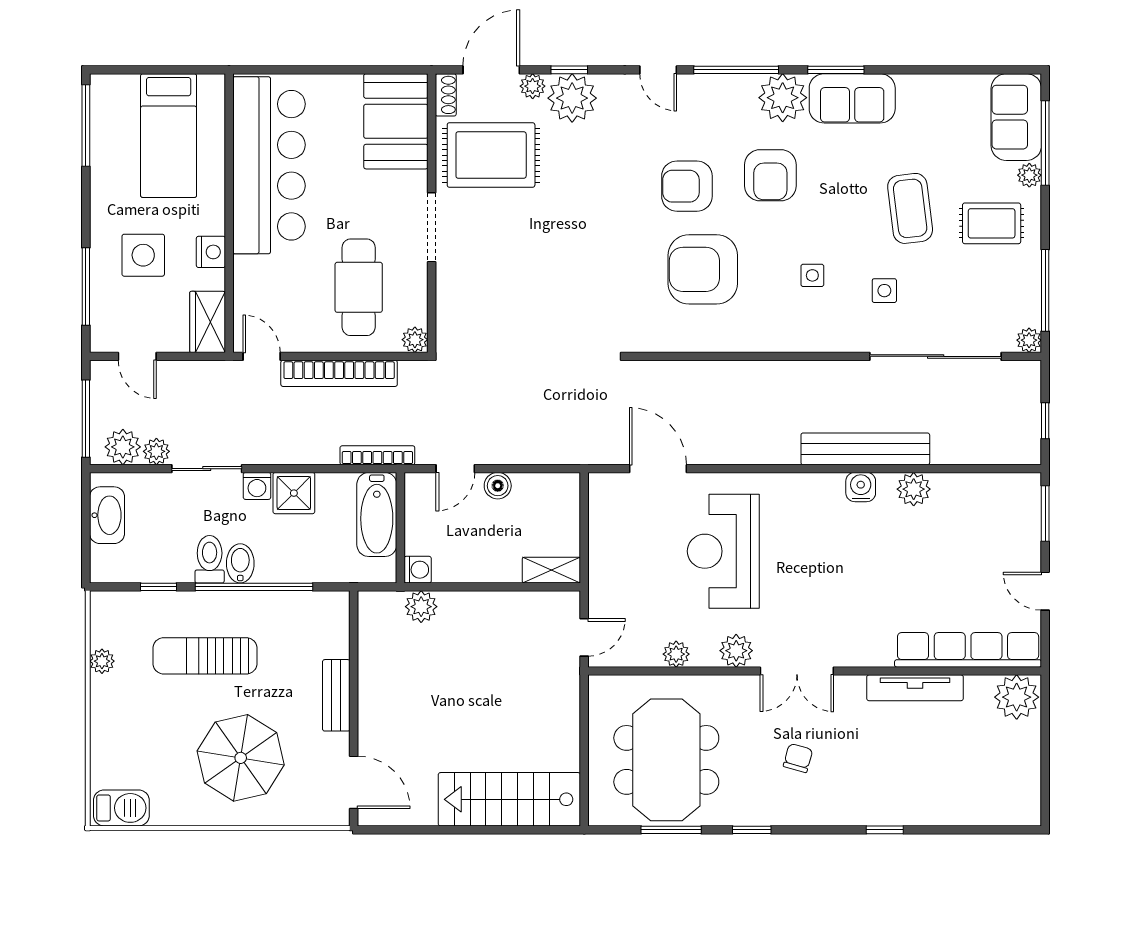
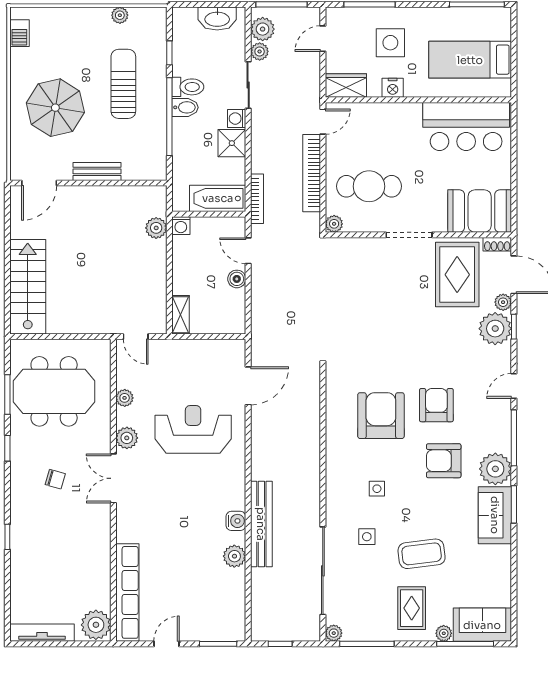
bar counter: (269, 165) -> (466, 127), width x0.73
tv unit: (915, 688) -> (42, 633), moved, turned 90
barbecue: (121, 808) -> (19, 33), width x0.73, depth x0.79

